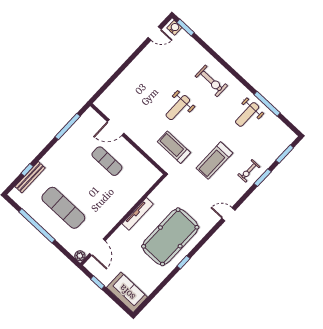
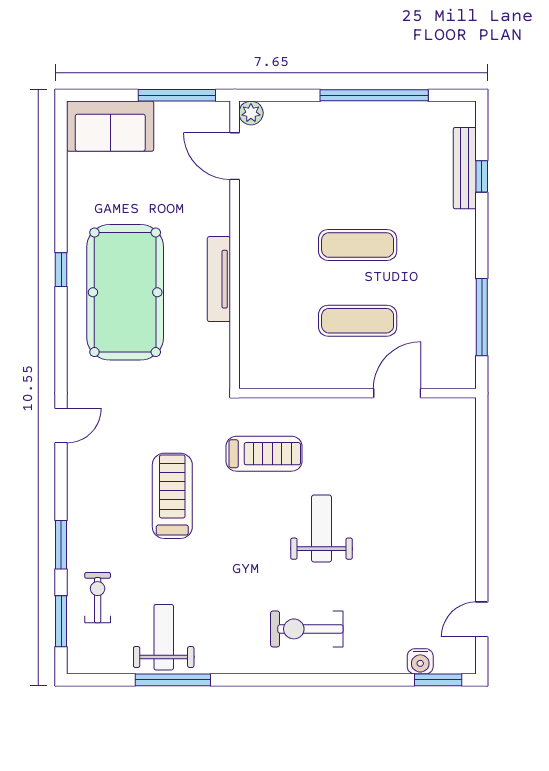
water cooler: (174, 28) -> (420, 661), moved
weight bench: (247, 114) -> (164, 637), moved
exercise bike: (249, 171) -> (98, 598), moved
exercise mat: (63, 208) -> (358, 245), moved, width x0.73, depth x0.69
window: (98, 283) -> (177, 95), width x2.17

